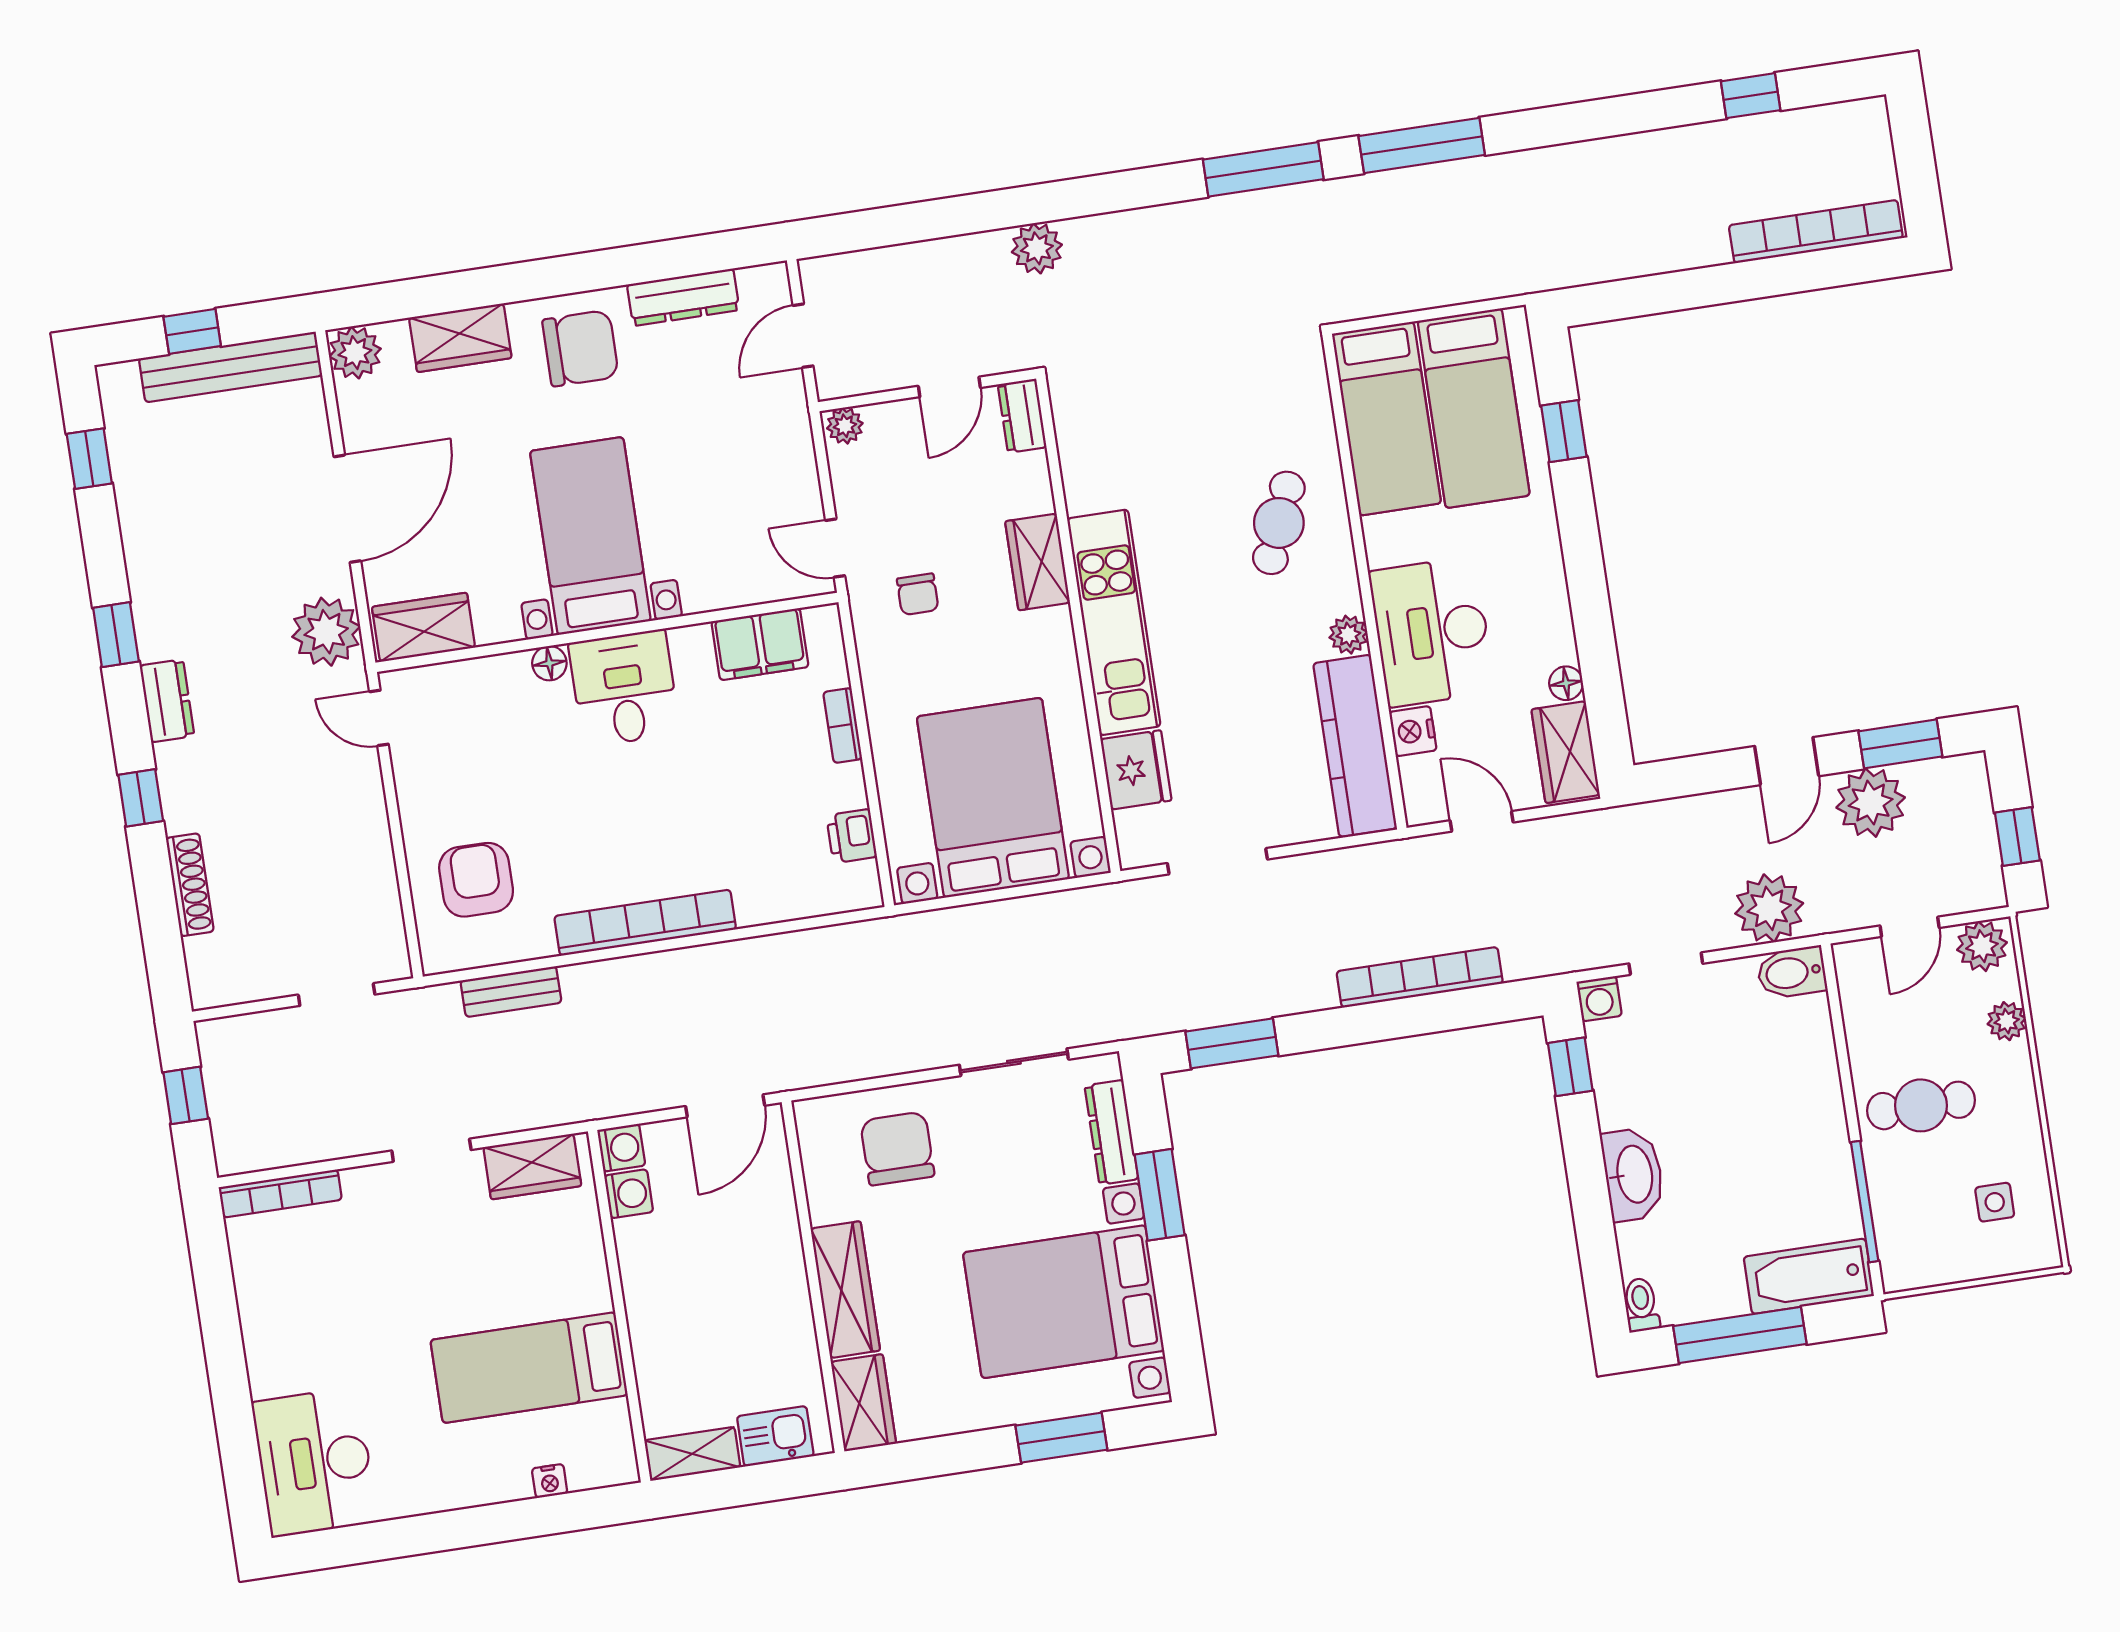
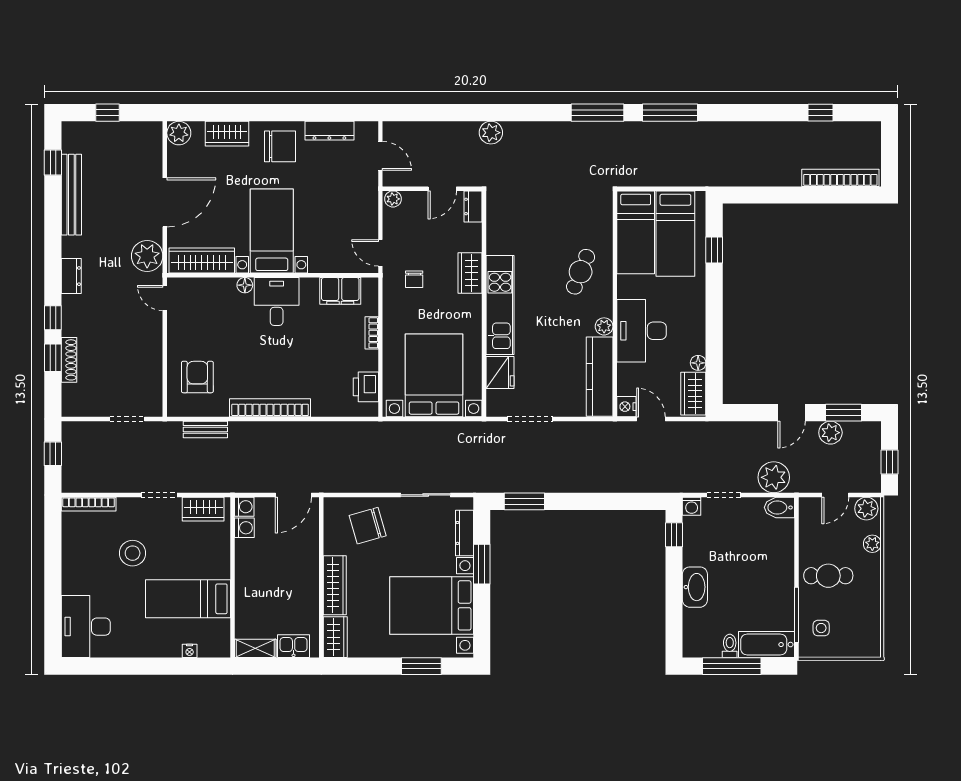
door: (803, 336) -> (380, 156), swing flipped
bench: (231, 367) -> (71, 195), moved, turned 90
wardrobe: (424, 627) -> (202, 261), width x1.50
window: (116, 635) -> (53, 358), moved
nightstand: (1413, 731) -> (626, 407), moved
plant: (1871, 803) -> (830, 433), width x0.73, depth x0.73
printer: (852, 836) -> (366, 387), width x1.36, depth x1.24
bookcase: (1420, 977) -> (613, 485), removed
chair: (897, 1148) -> (368, 526), turned -106
side table: (1995, 1202) -> (821, 628), moved
stool: (393, 1286) -> (133, 553), added
toilet: (1641, 1305) -> (730, 646), moved

